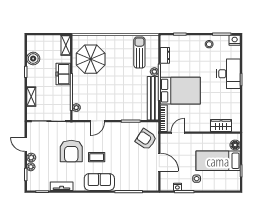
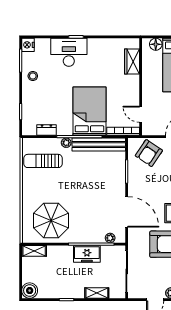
boiler: (33, 59) -> (30, 291), moved
freezer: (63, 74) -> (87, 254), moved
door: (98, 121) -> (127, 212), width x1.87

